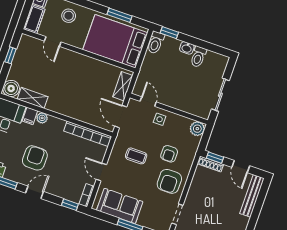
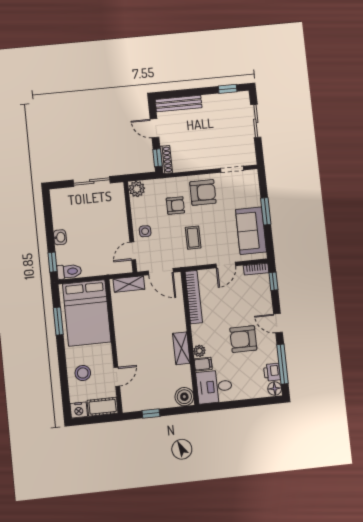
toilet: (198, 57) -> (64, 222), removed
shelving: (33, 98) -> (181, 348), moved
door: (121, 117) -> (161, 272), hinge flipped
door: (241, 166) -> (154, 128), swing flipped

